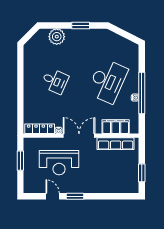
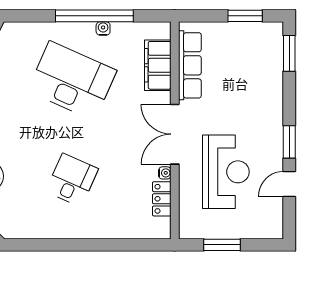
locker: (40, 129) -> (162, 199), width x0.66
window: (122, 196) -> (289, 53), added

